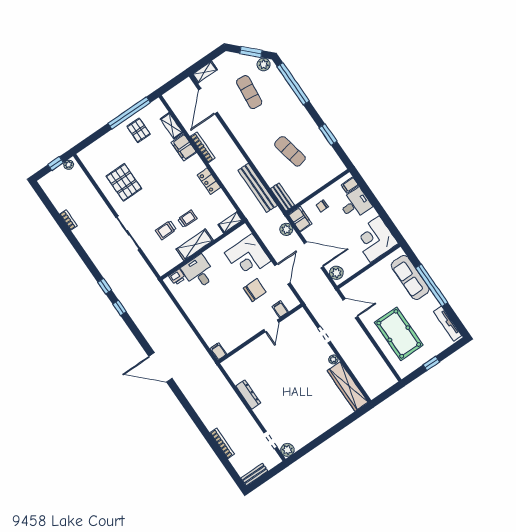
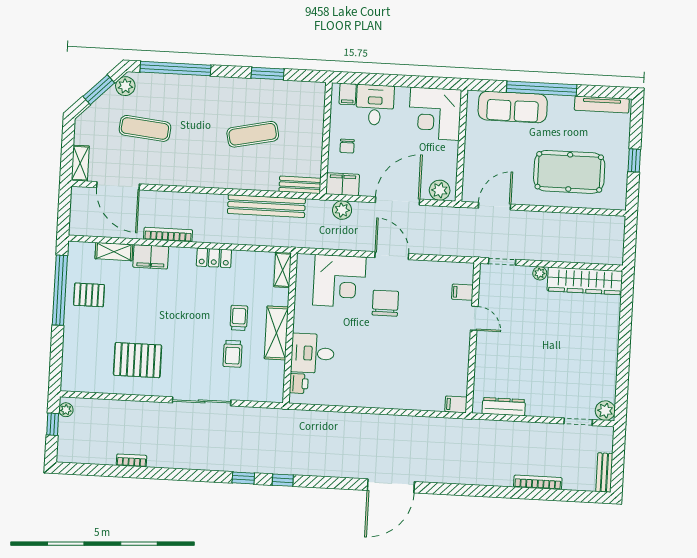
filing cabinet: (280, 309) -> (462, 292), moved
door: (271, 326) -> (474, 318), moved
wall: (260, 333) -> (473, 338), moved
filing cabinet: (218, 351) -> (456, 404), moved

